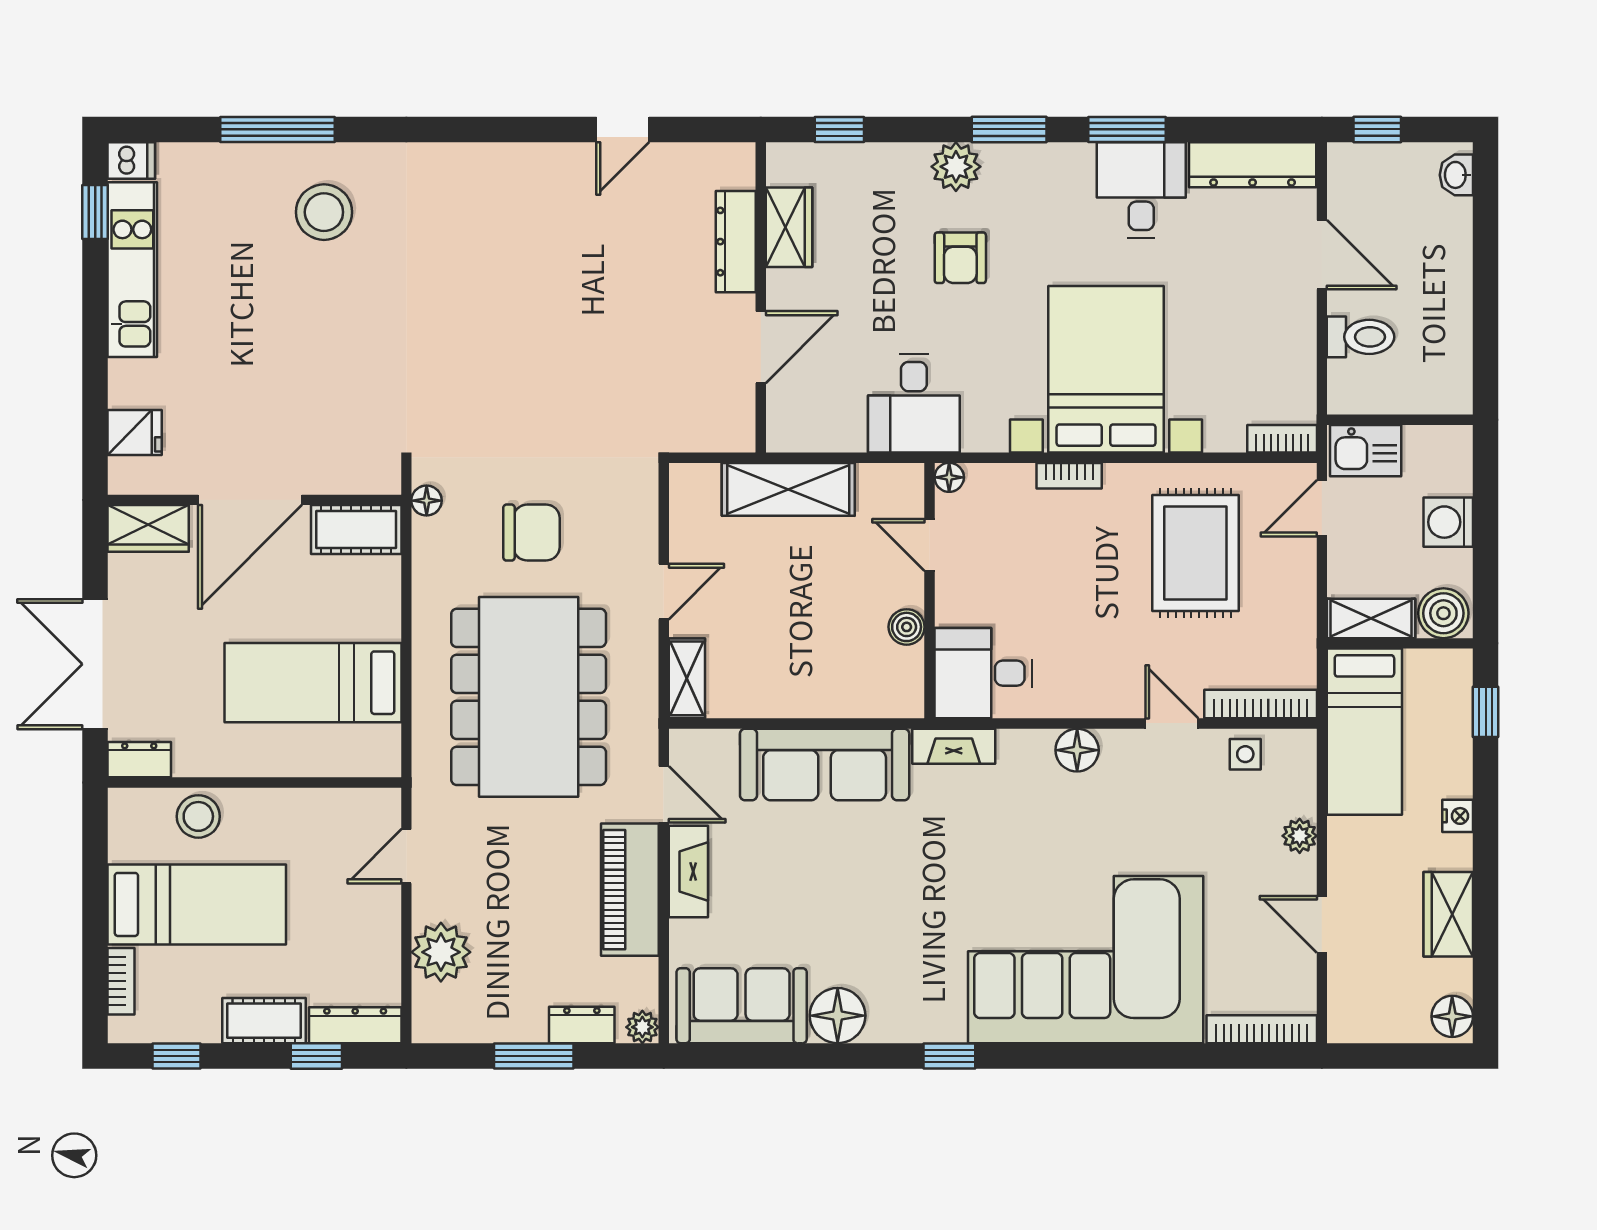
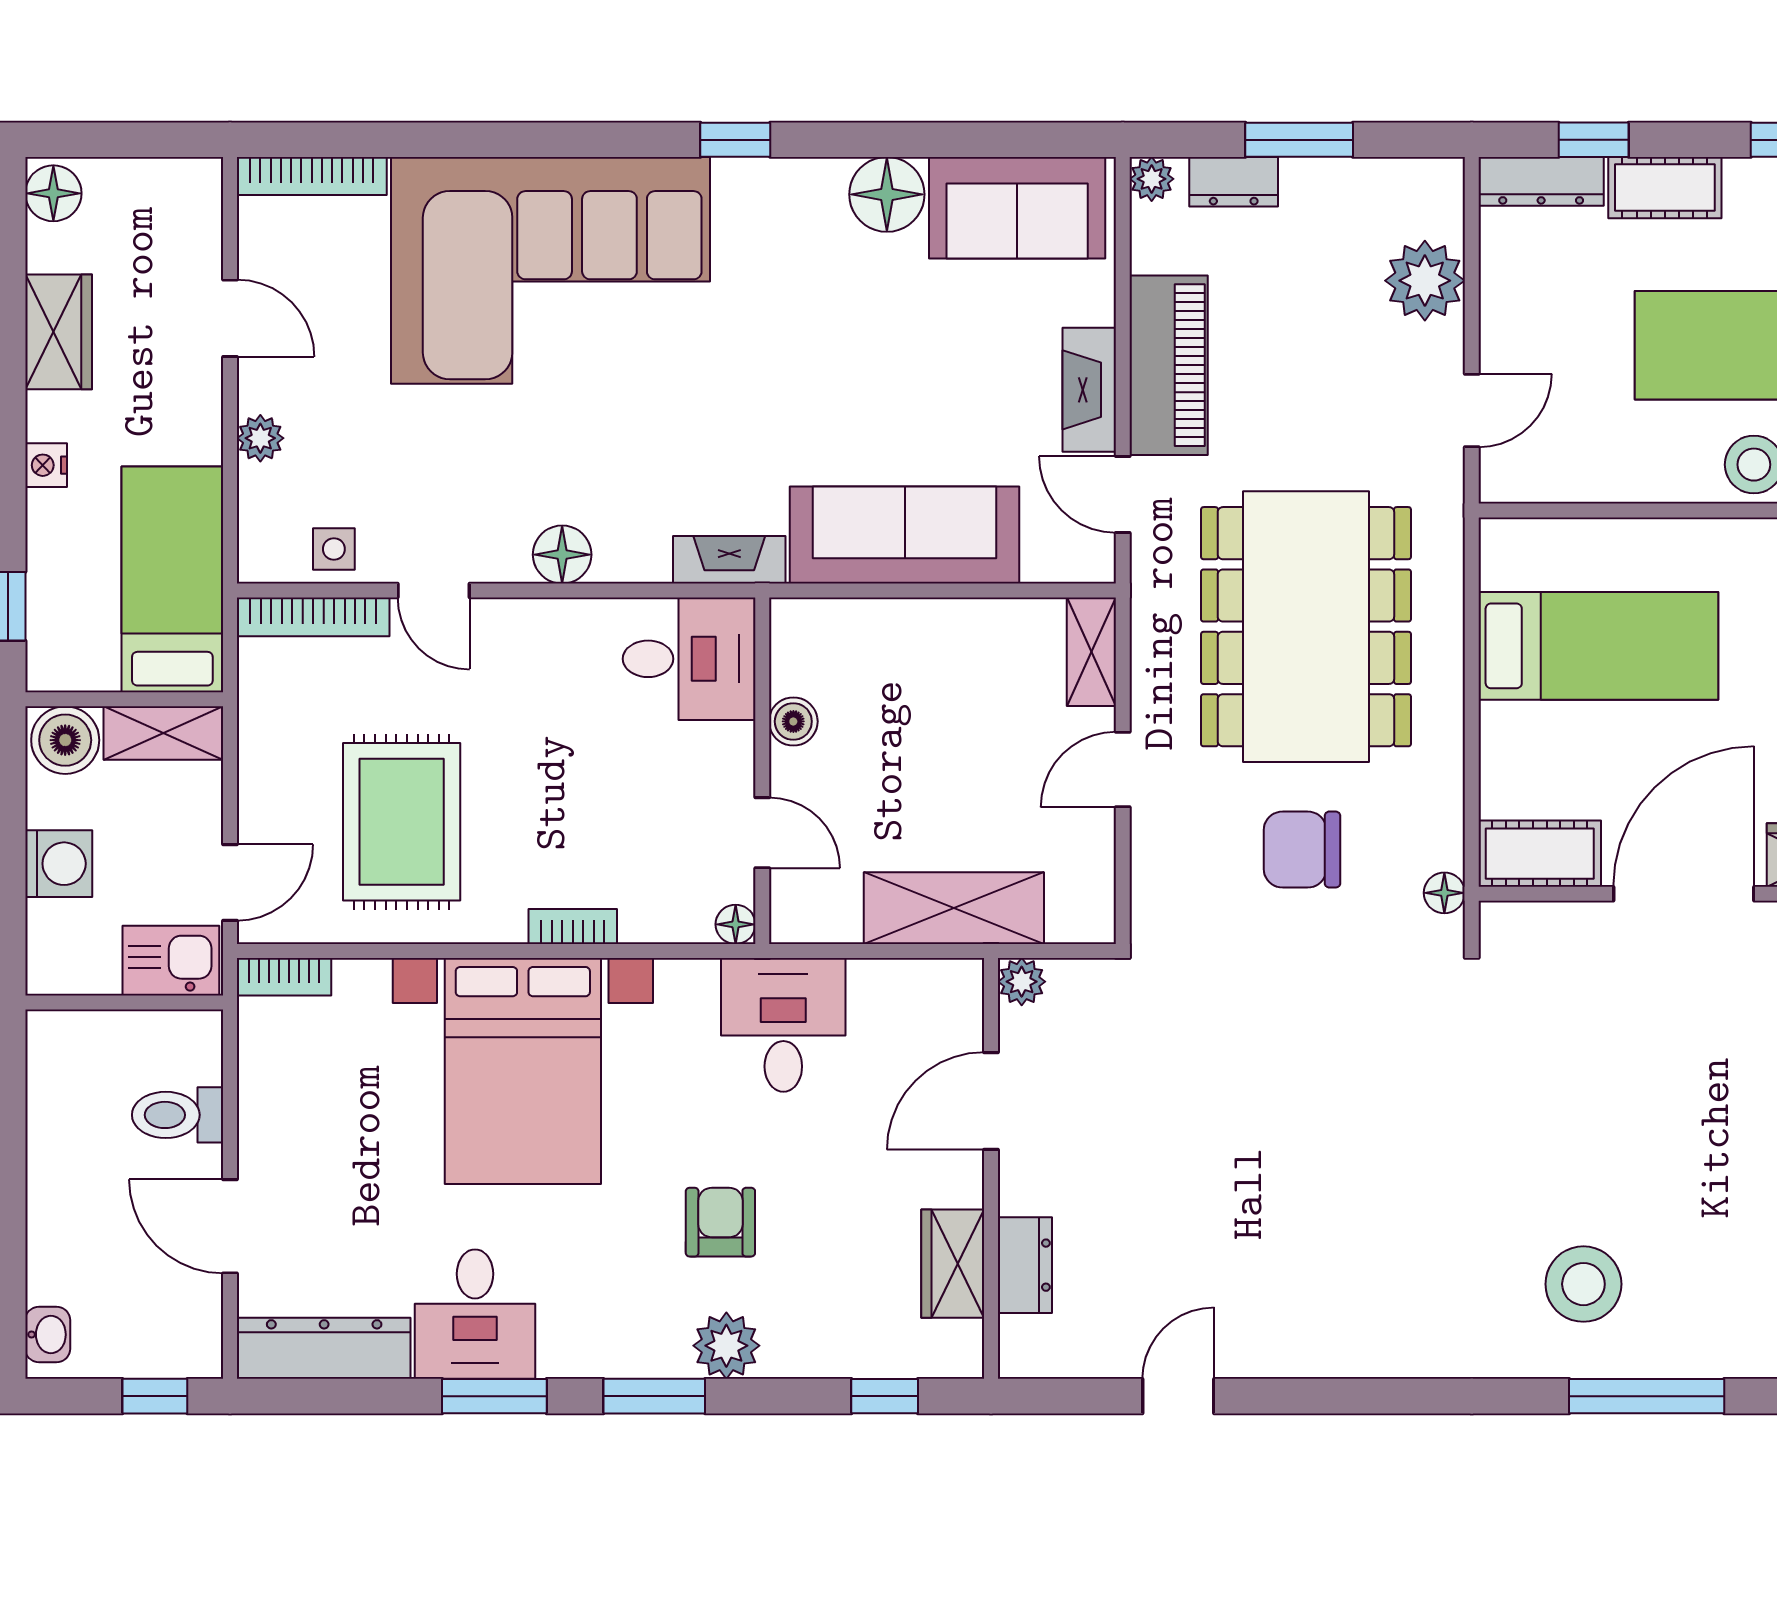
dresser: (736, 242) -> (1025, 1265), width x0.70
plant: (738, 435) -> (1022, 982), added

